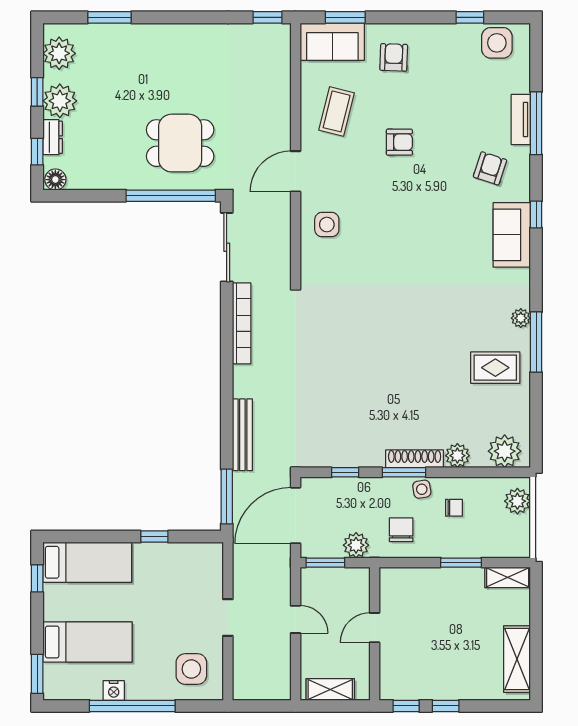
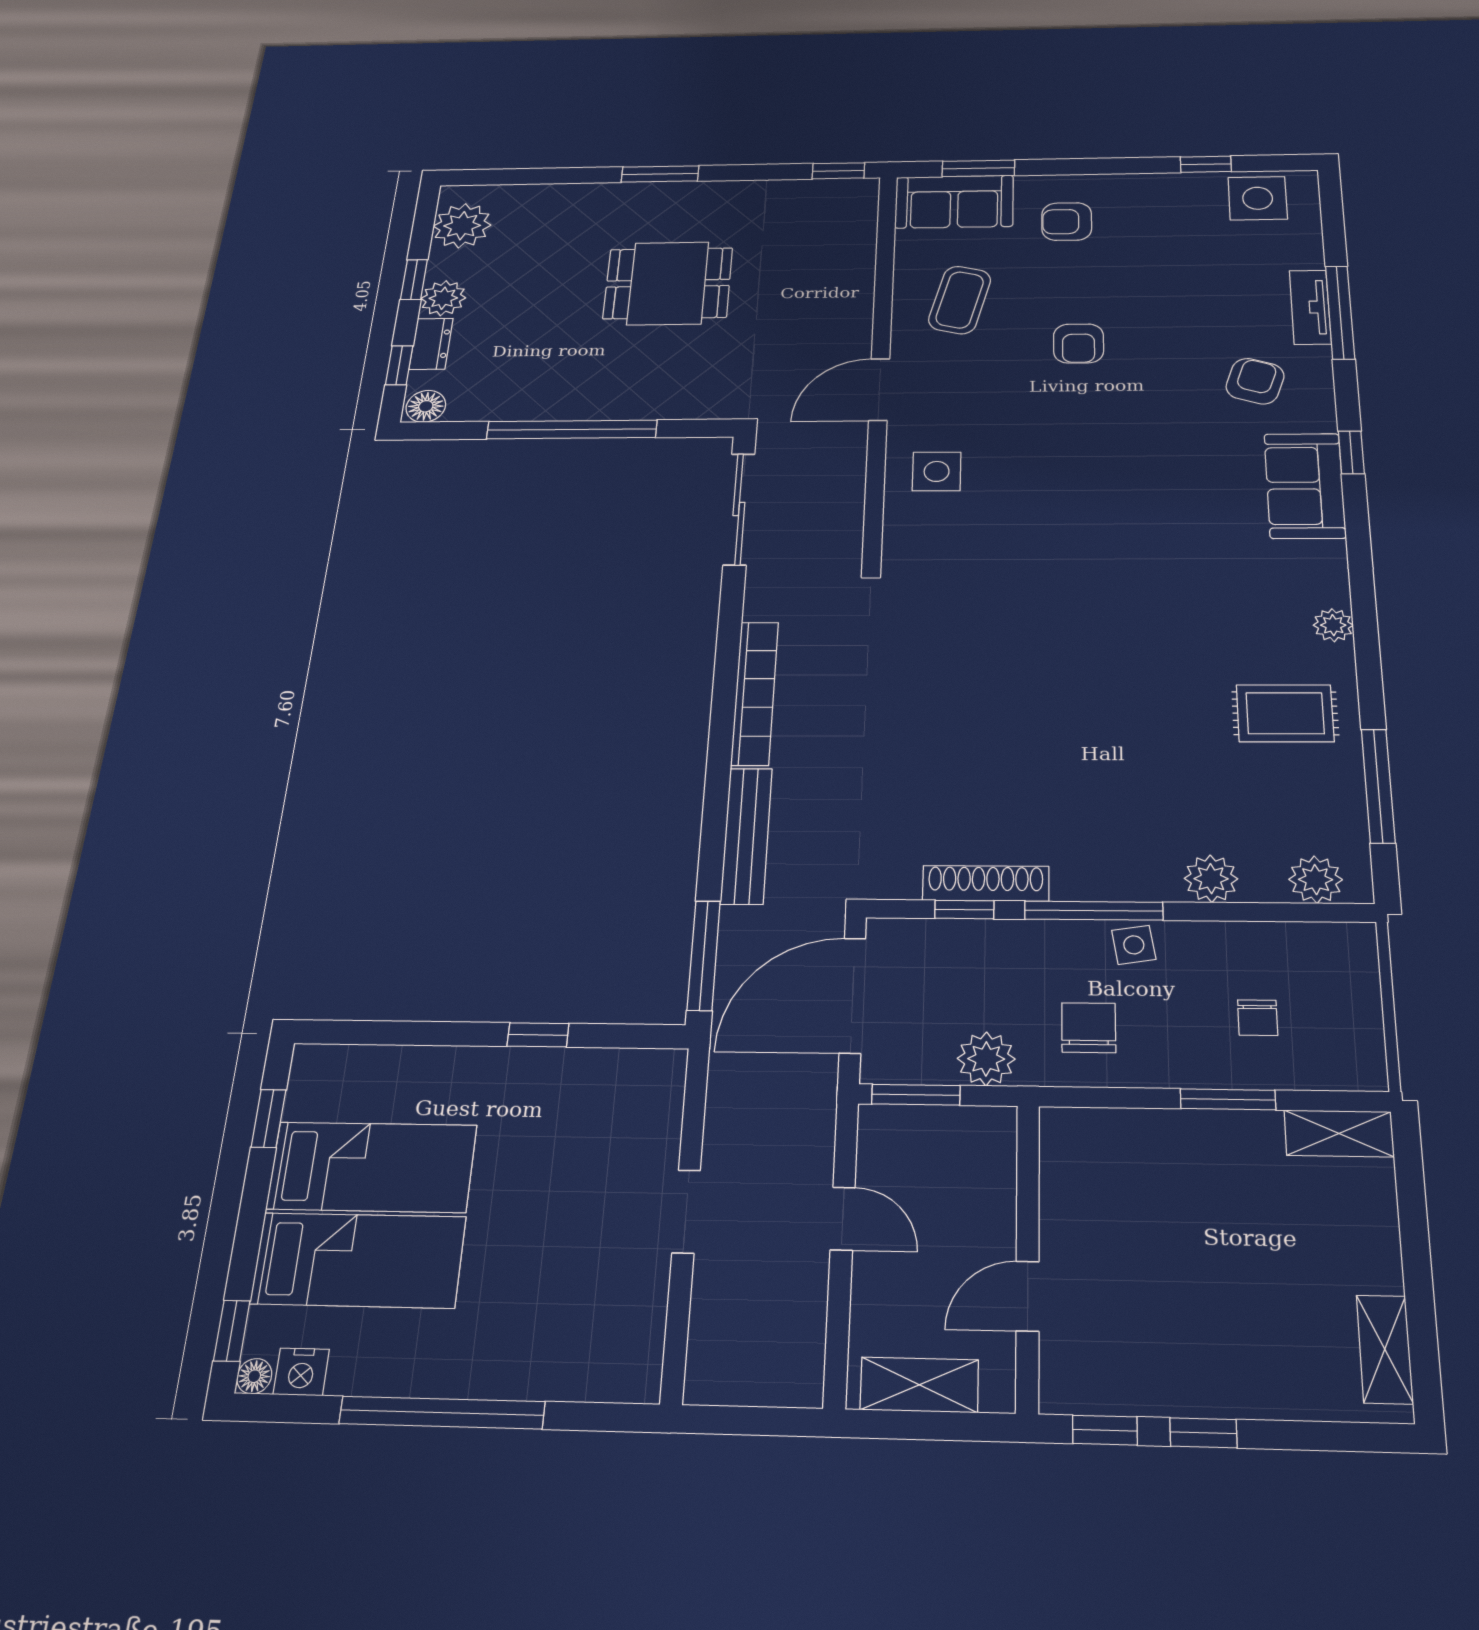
window: (109, 17) -> (660, 174), moved
armchair: (394, 57) -> (1067, 222), turned -92
plant: (60, 101) -> (443, 298), width x0.73, depth x0.73
armchair: (399, 142) -> (1078, 343), turned 90
dining table: (180, 143) -> (668, 283), moved
window: (171, 196) -> (572, 430), moved
bookcase: (242, 323) -> (755, 693), moved
window: (536, 342) -> (1378, 786), moved
plant: (505, 451) -> (1316, 880), width x0.73, depth x0.73
shoe rack: (415, 459) -> (986, 883), moved
window: (404, 472) -> (1094, 911), width x1.44
plant: (517, 501) -> (1351, 971), removed
chair: (454, 508) -> (1258, 1018), moved, turned 90
bed: (87, 562) -> (372, 1167), moved
door: (375, 628) -> (1028, 1296), moved
shelving: (517, 659) -> (1385, 1349), width x0.67, depth x0.75
side table: (191, 669) -> (591, 1328), removed
window: (37, 674) -> (232, 1331), width x0.67
nightstand: (114, 690) -> (301, 1372), moved
floor lamp: (50, 693) -> (254, 1376), added

